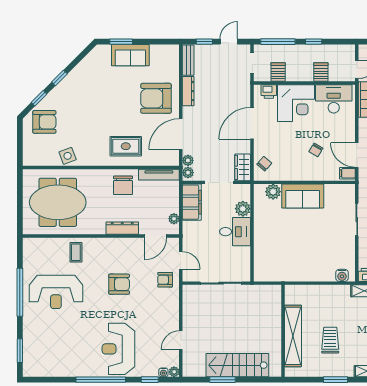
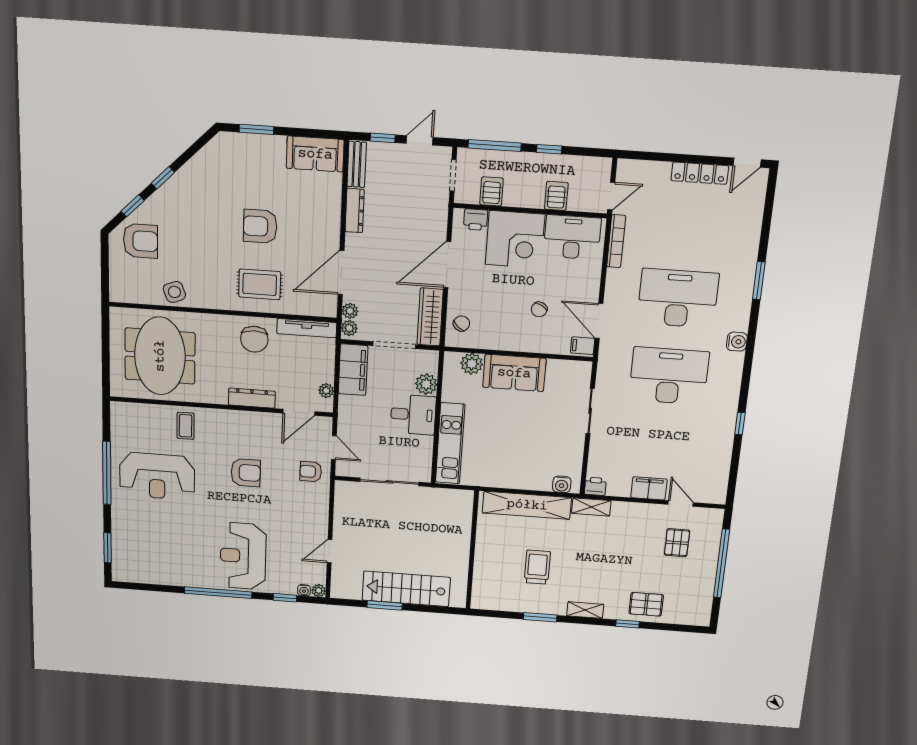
sofa: (130, 55) -> (315, 154), moved
armchair: (156, 98) -> (260, 226), moved, width x0.73, depth x0.73
wardrobe: (243, 167) -> (430, 317), width x1.50
meeting table: (58, 202) -> (160, 356), turned 90
kitchen unit: (262, 251) -> (450, 443), added
shelving: (293, 336) -> (527, 505), moved, turned 90

